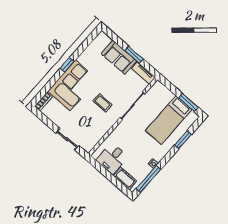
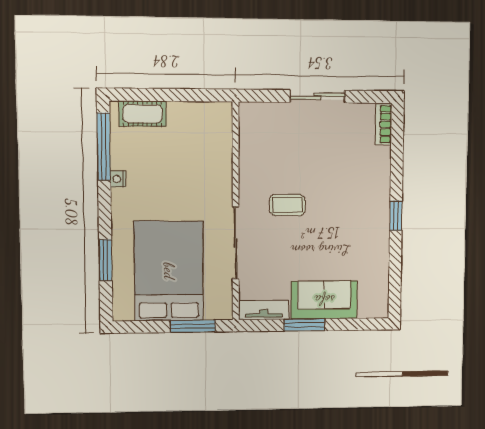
corner sofa: (73, 85) -> (359, 191), removed
window: (188, 103) -> (193, 326), moved
bed: (169, 120) -> (169, 271), width x1.50
sliding door: (67, 139) -> (317, 96), moved
desk: (112, 158) -> (193, 128), removed

